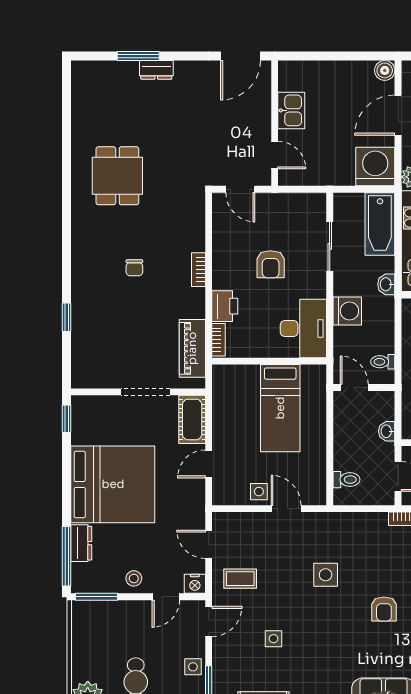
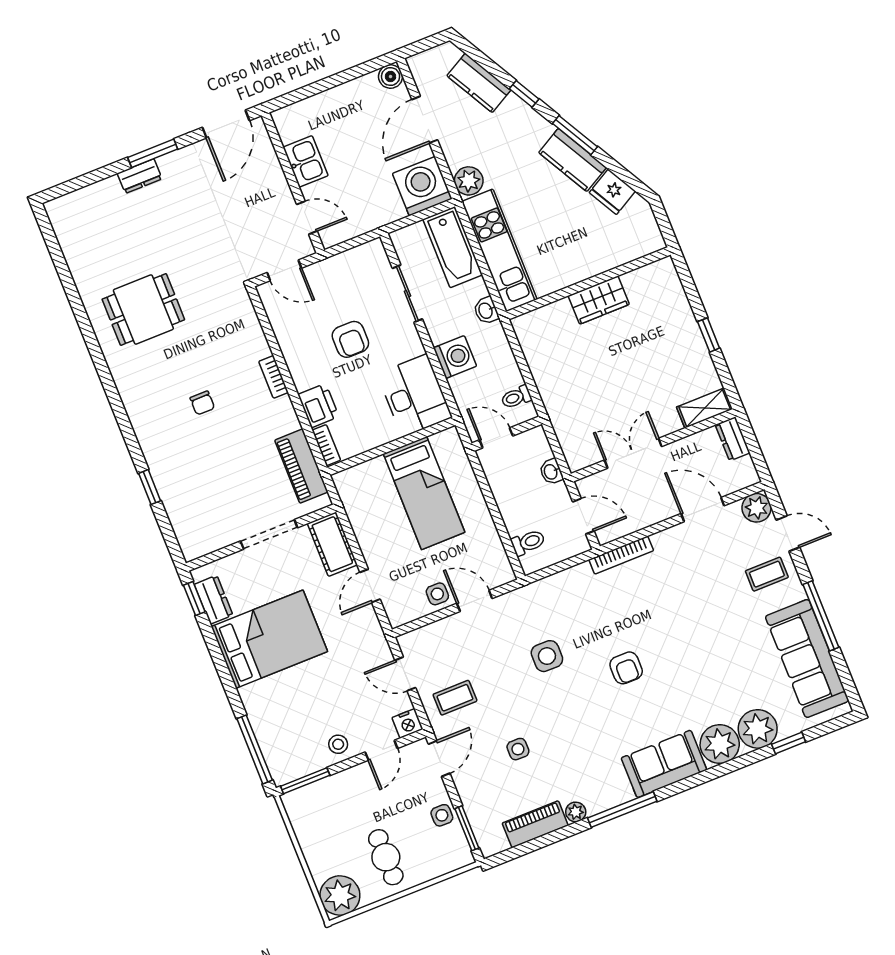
window: (138, 56) -> (153, 153), moved
dining table: (117, 176) -> (143, 309), turned 90
bed: (113, 484) -> (269, 639), width x0.73
dresser: (81, 543) -> (214, 600), moved

